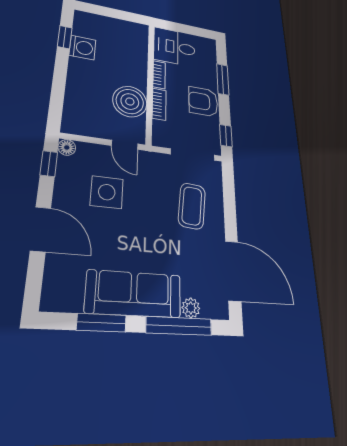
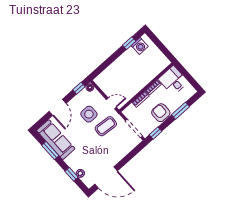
washing machine: (83, 48) -> (140, 46), moved
boiler: (130, 102) -> (130, 89), removed
door: (125, 145) -> (111, 103), swing flipped
coffee table: (192, 206) -> (106, 126), moved
door: (233, 271) -> (106, 177), hinge flipped
sofa: (134, 294) -> (56, 140), moved
window: (179, 326) -> (72, 174), width x0.46

